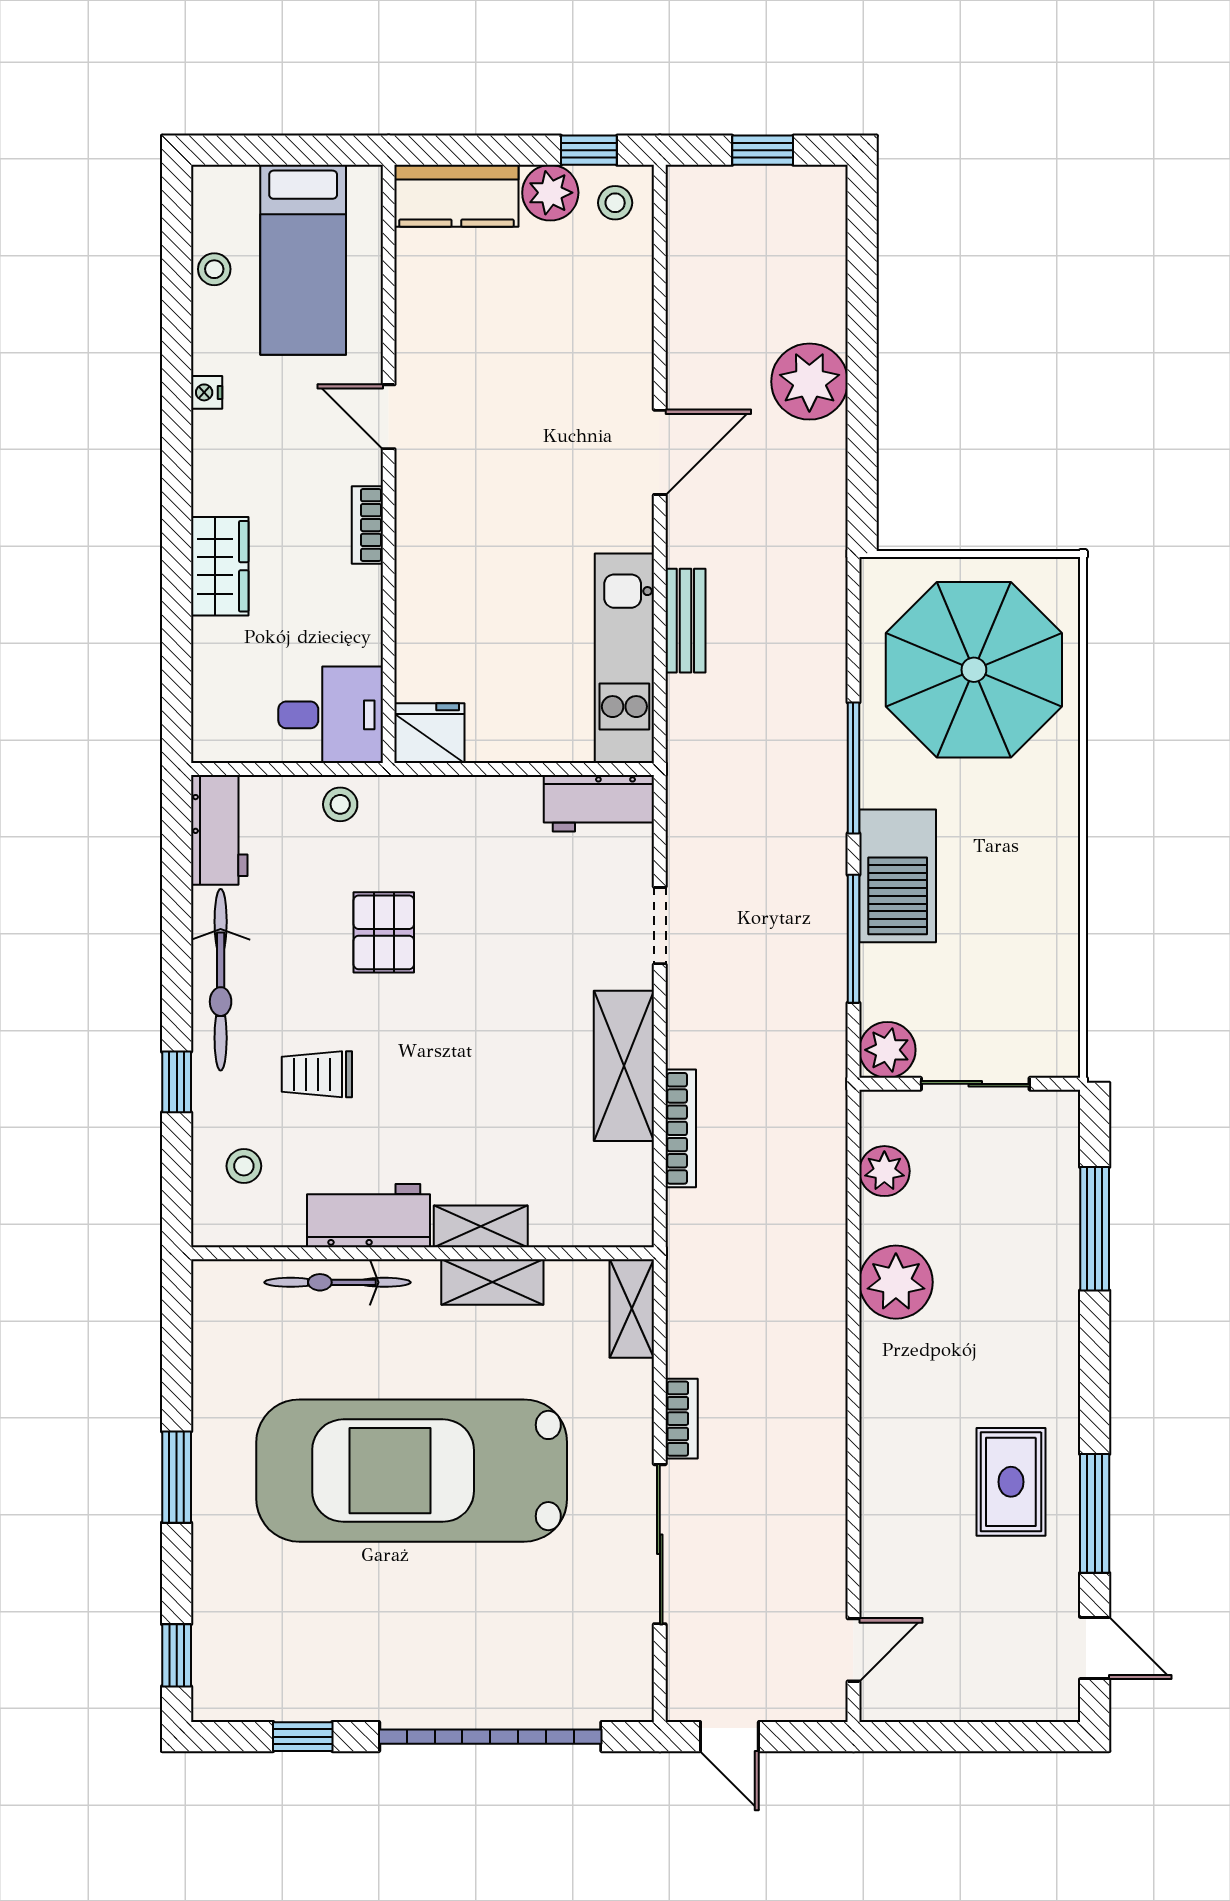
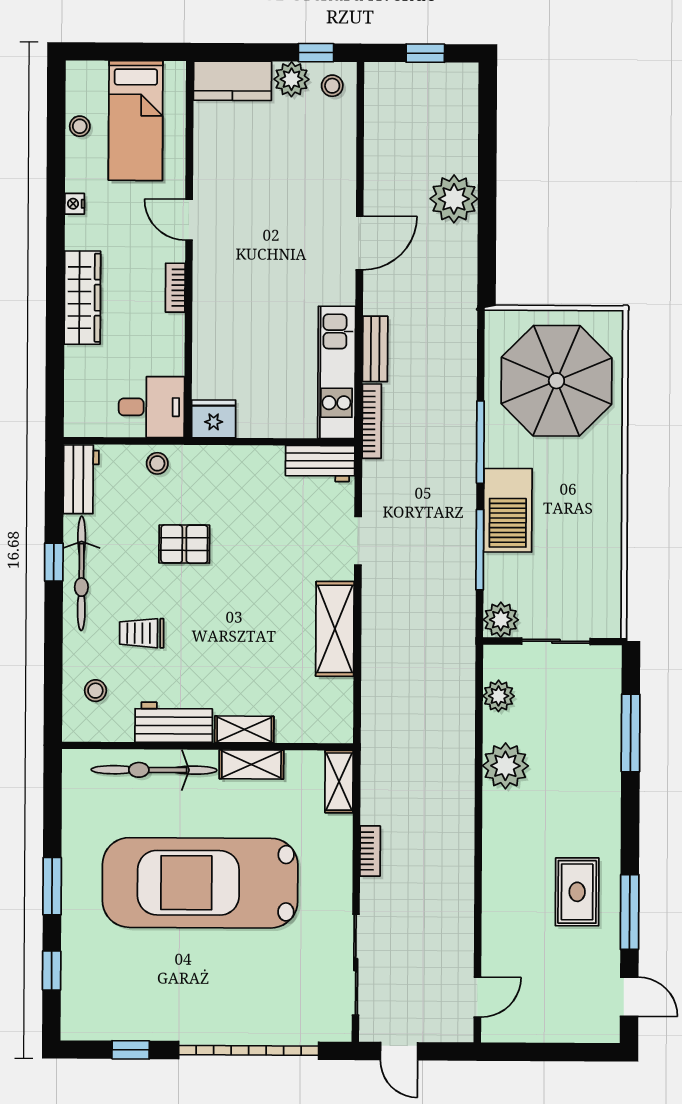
wardrobe: (220, 566) -> (82, 298), width x1.50
pallet: (384, 932) -> (184, 544), turned 90
window: (177, 1082) -> (54, 562), moved
bookcase: (681, 1128) -> (372, 421), moved
bicycle: (337, 1282) -> (154, 770), width x1.37, depth x1.40
sliding door: (660, 1544) -> (356, 965), moved
window: (177, 1655) -> (52, 971), moved

